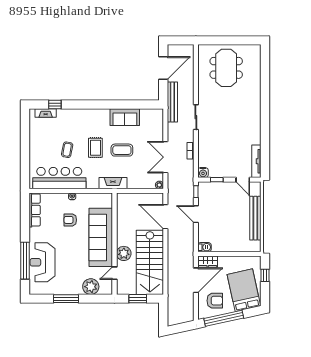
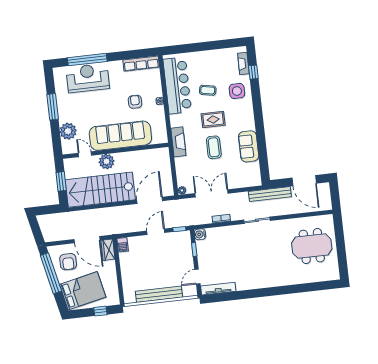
side table: (71, 122) -> (237, 91), added

